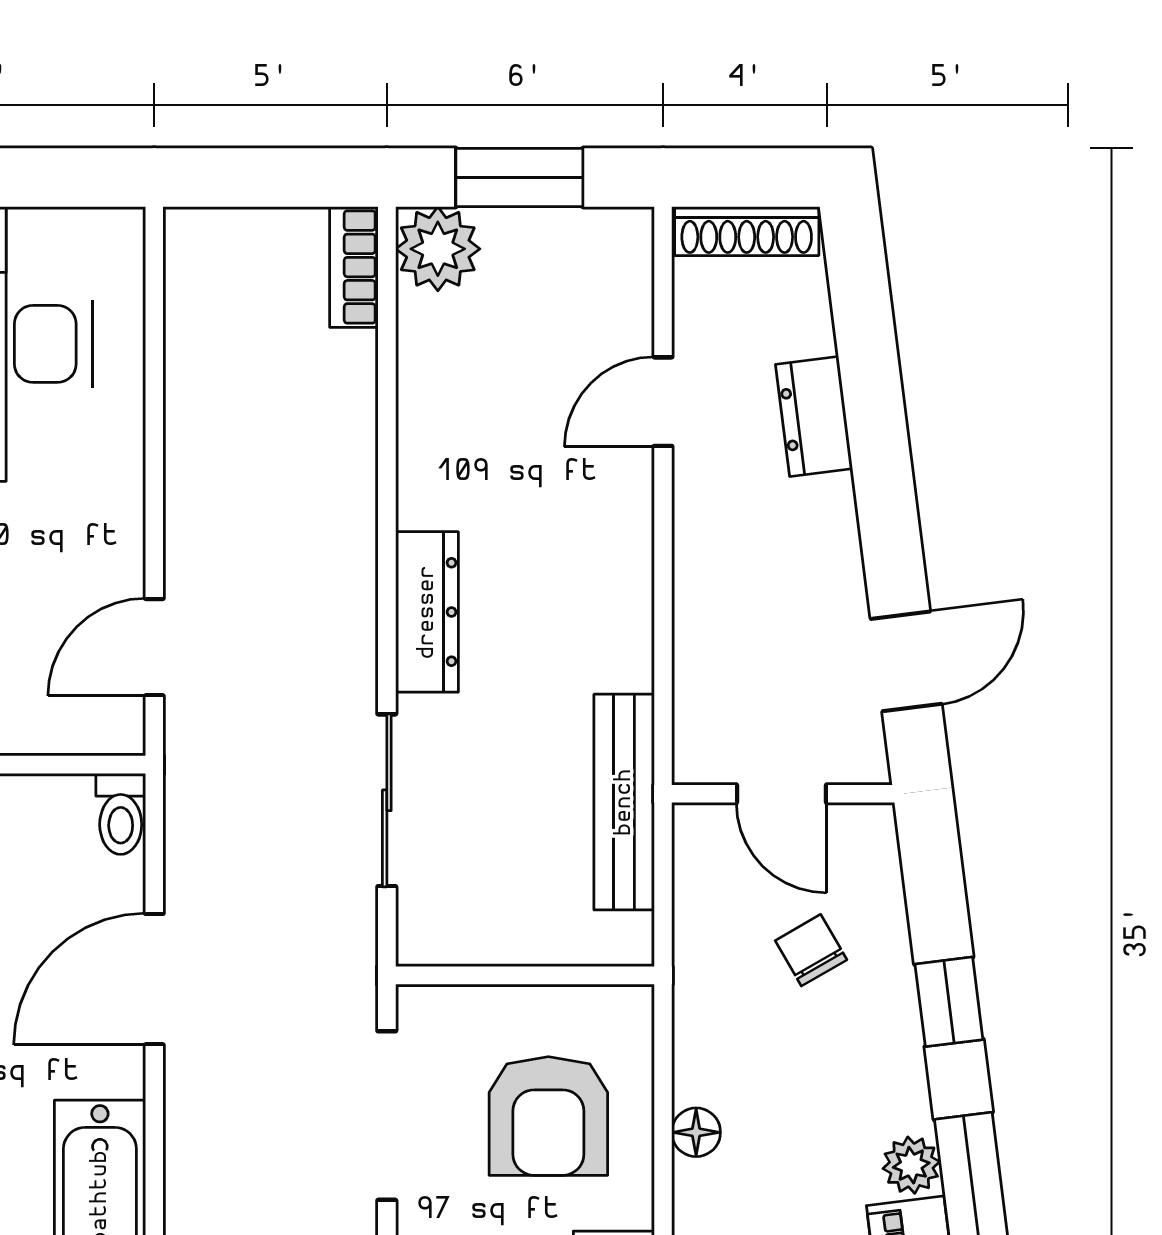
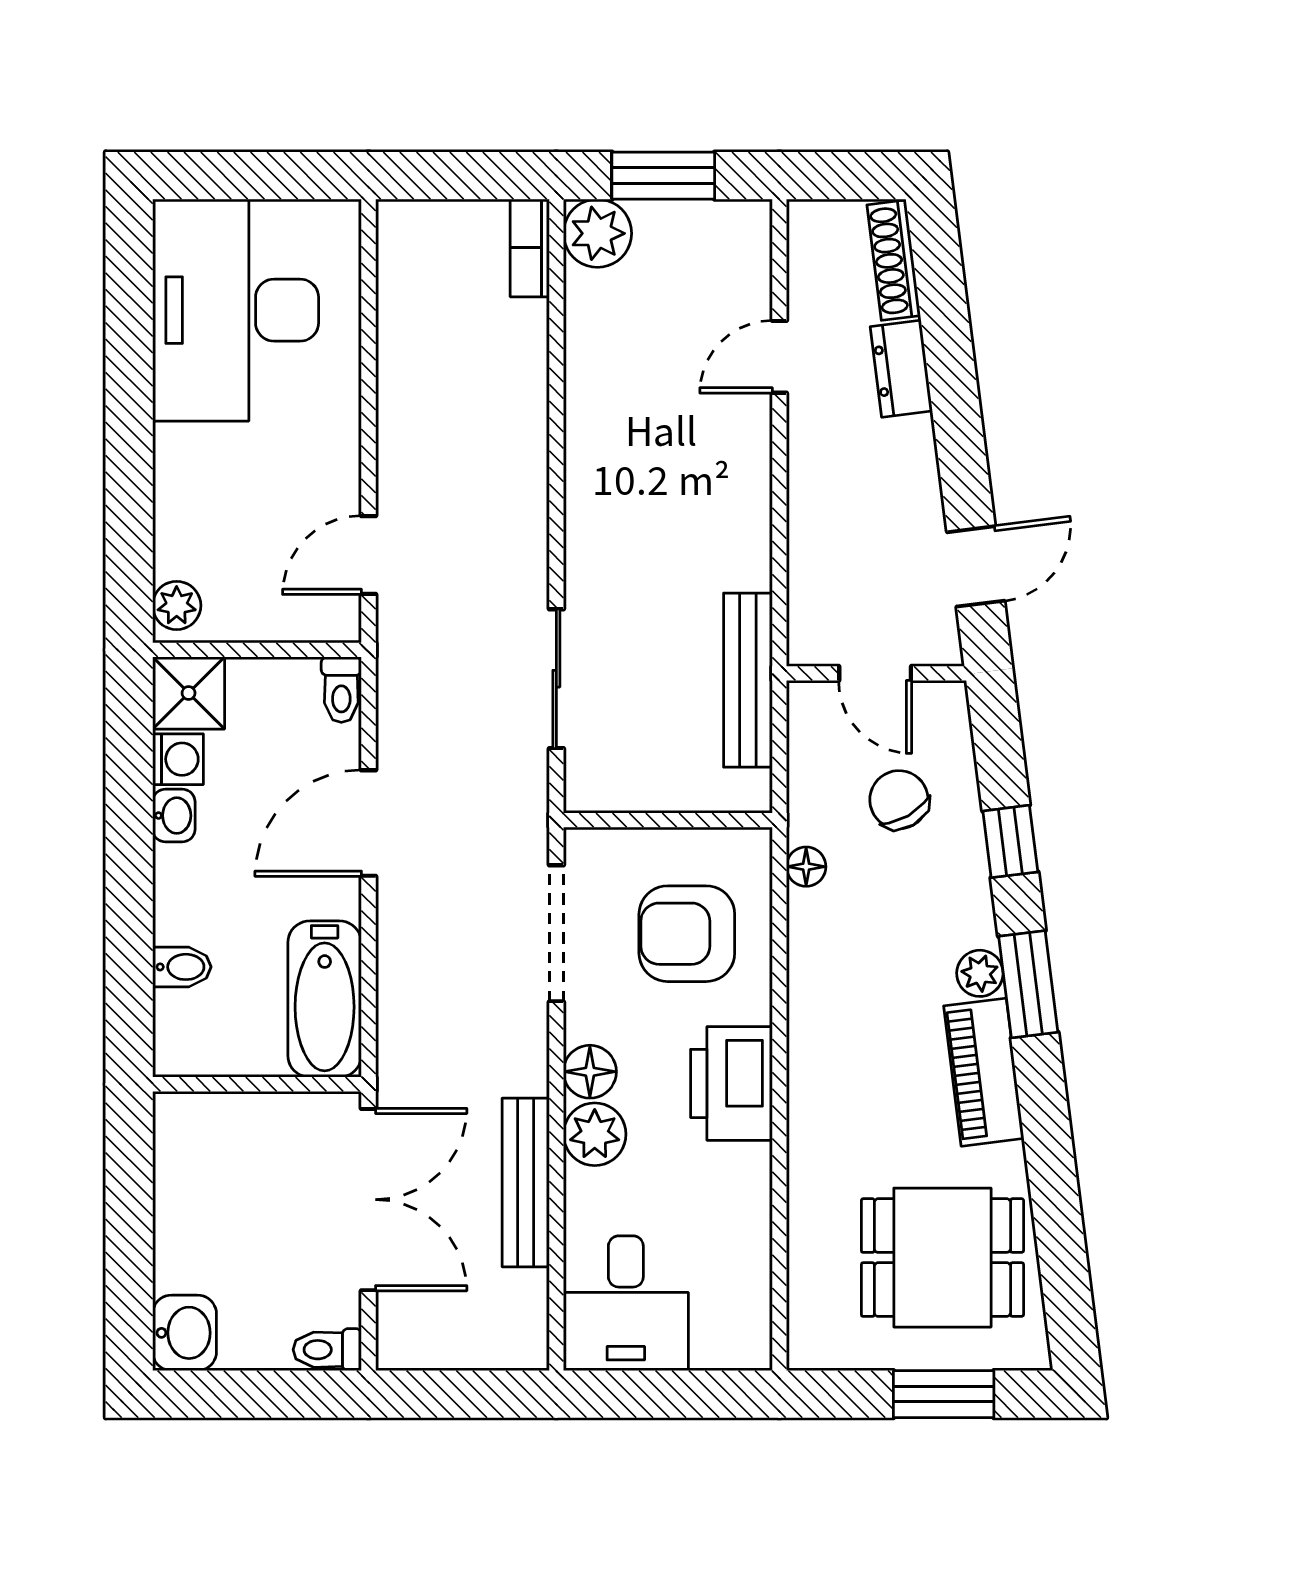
shoe rack: (747, 231) -> (894, 260), moved, turned 83
dresser: (427, 612) -> (589, 527), removed
chair: (811, 950) -> (899, 800), width x1.37, depth x1.37
armchair: (548, 1116) -> (687, 934), turned 90
floor lamp: (696, 1132) -> (806, 867), moved

